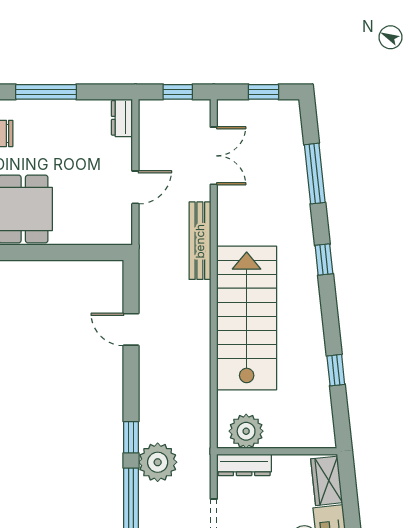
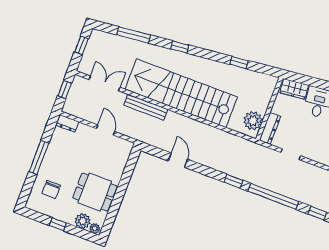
stairs: (247, 318) -> (181, 93), width x1.36
door: (131, 329) -> (178, 160), swing flipped
plant: (158, 462) -> (252, 172), removed

